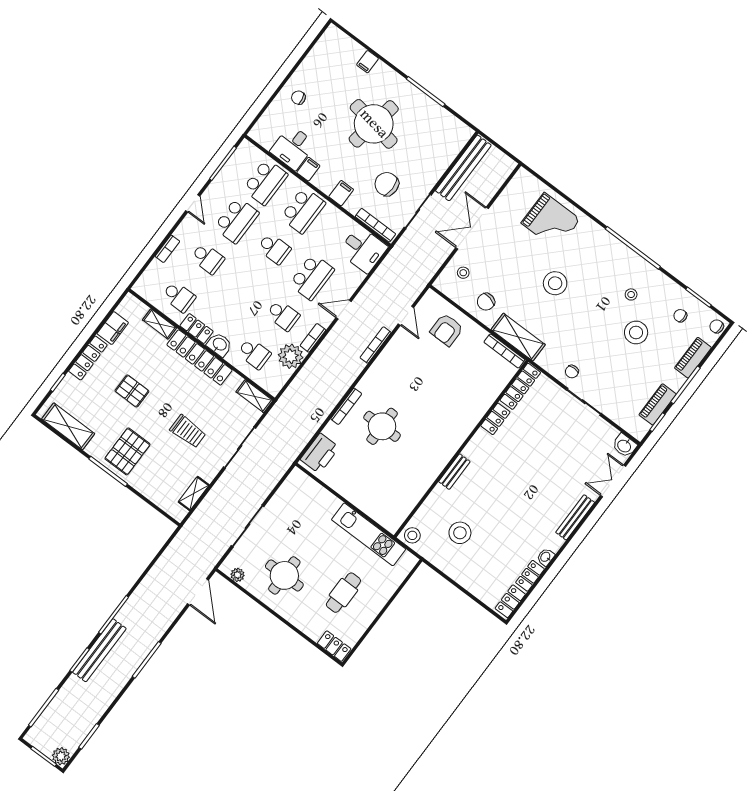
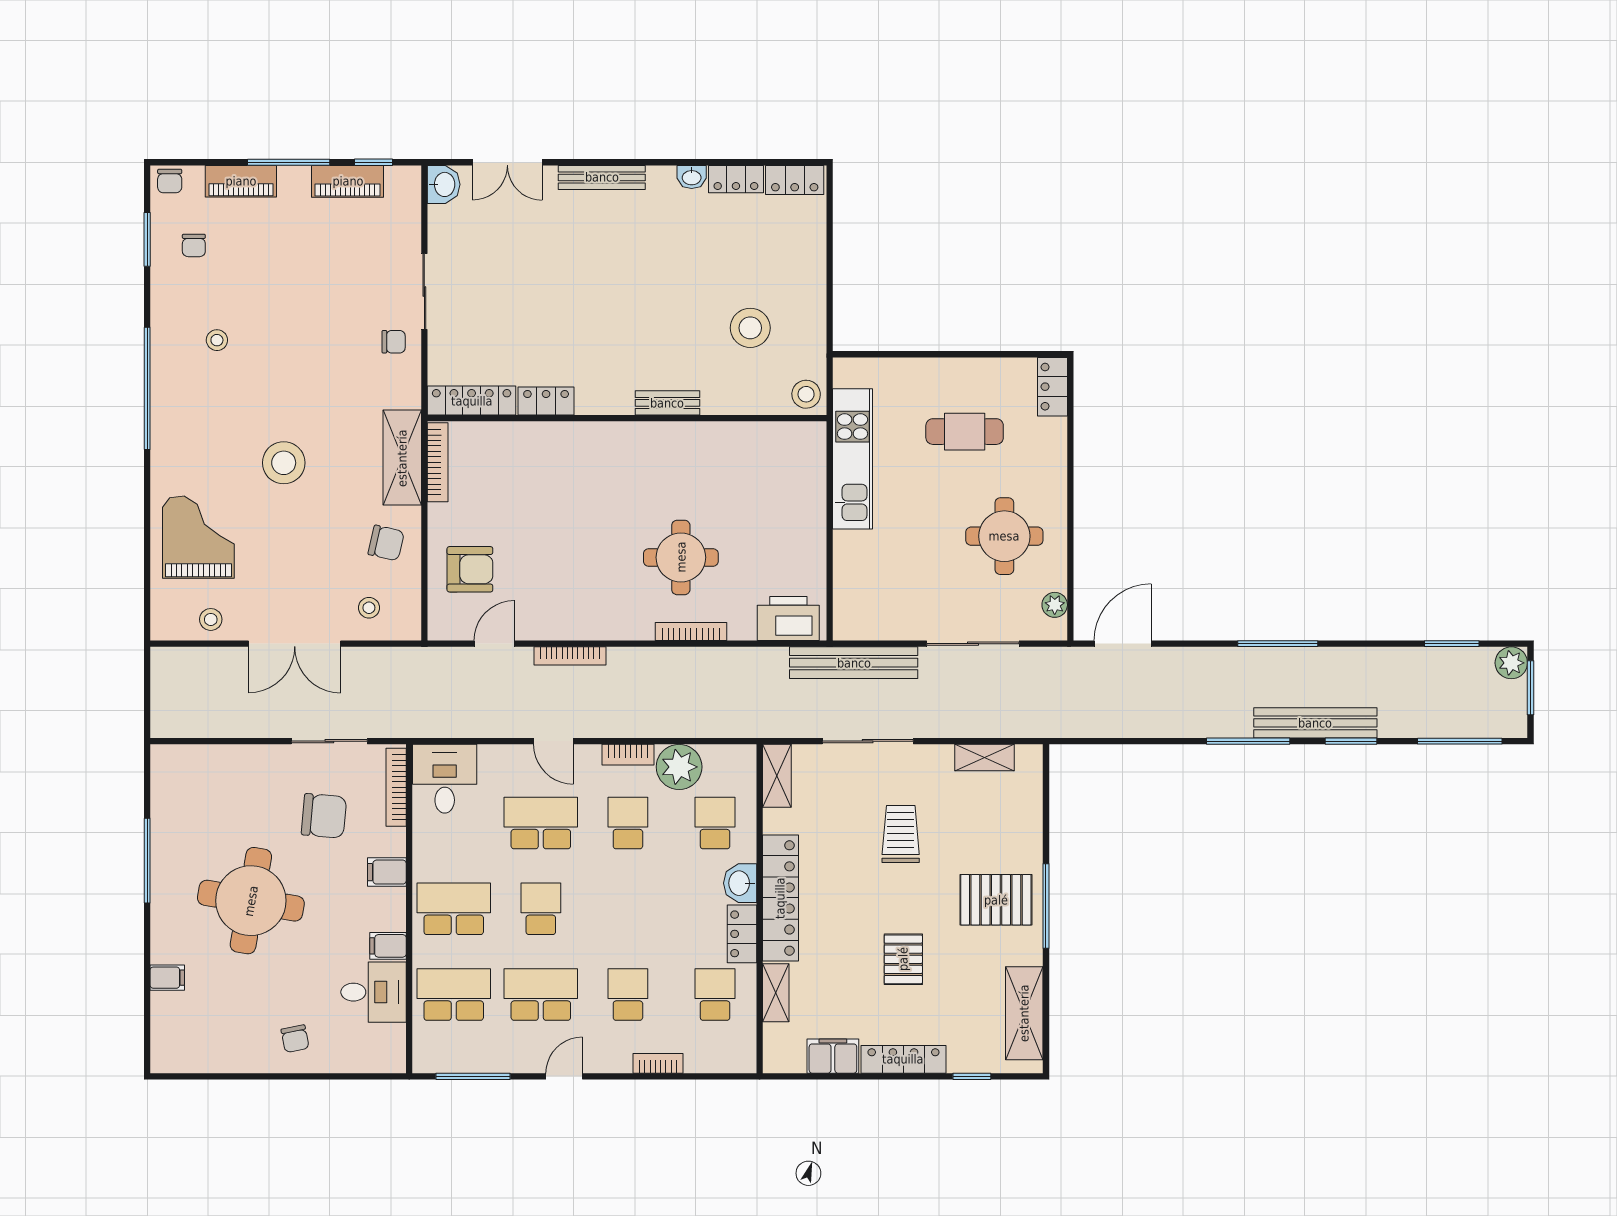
bench: (463, 168) -> (854, 663), moved
chair: (387, 184) -> (324, 816), turned -85
stool: (636, 333) -> (211, 619), moved, width x0.53, depth x0.53

